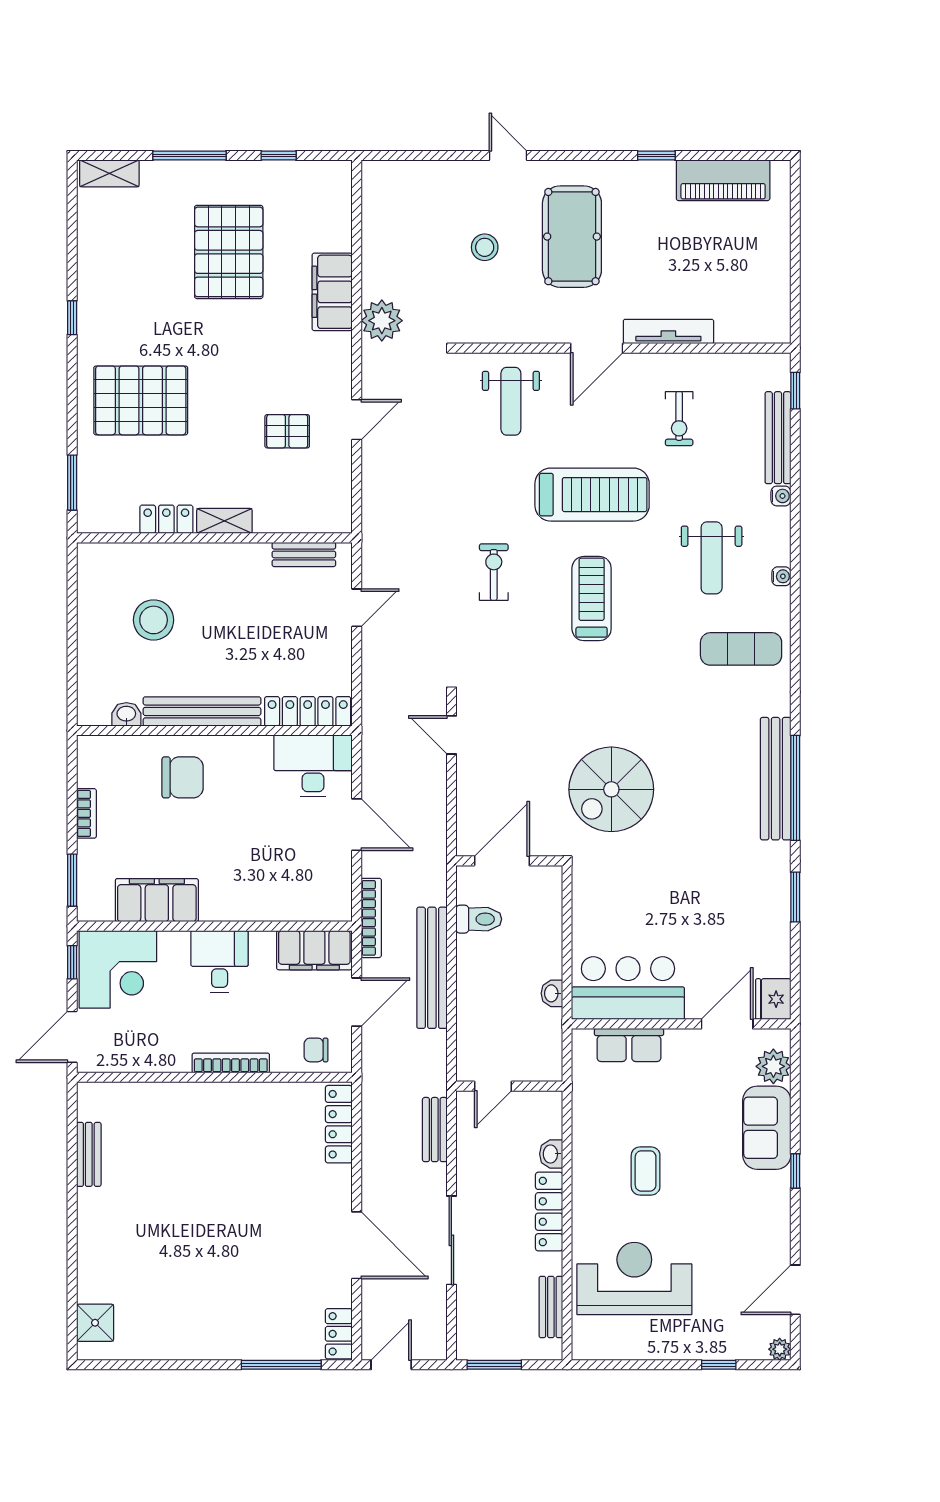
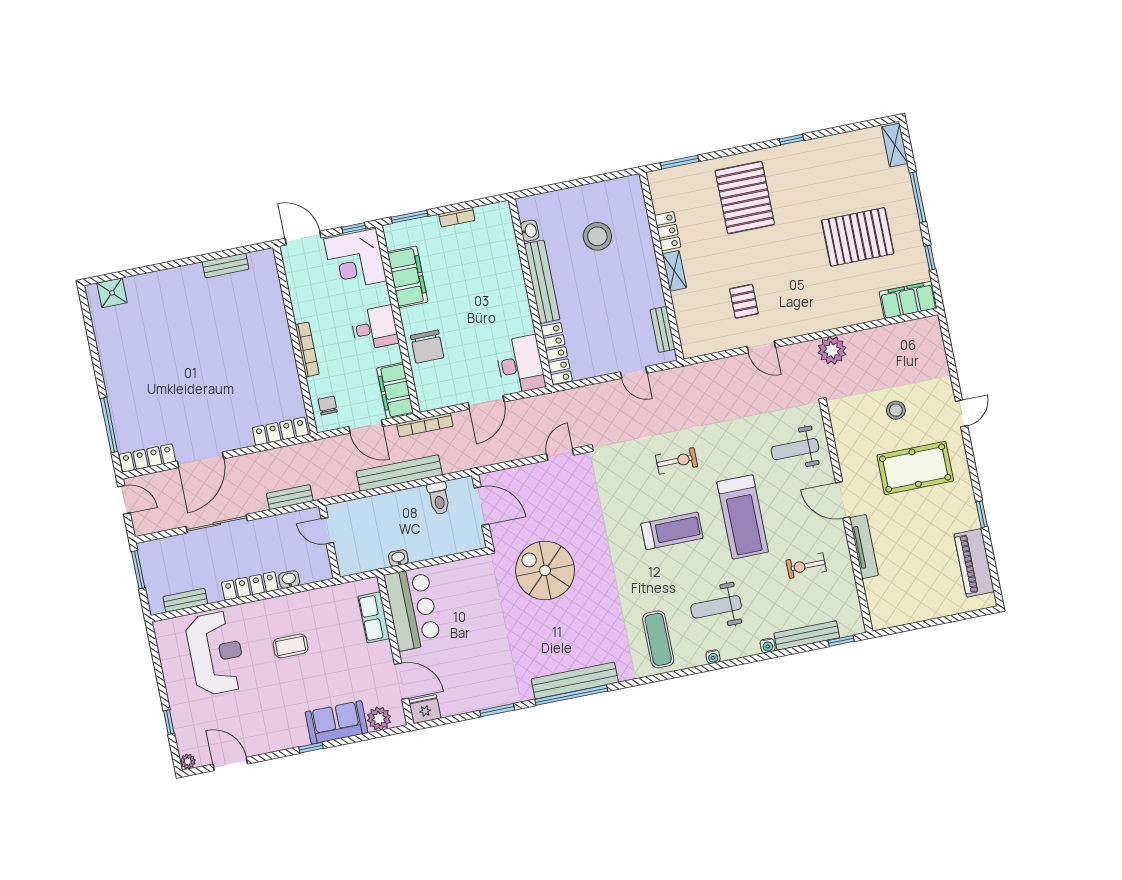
filing cabinet: (332, 292) -> (908, 300), moved
chair: (183, 777) -> (427, 347), moved
locker: (339, 1334) -> (147, 458), width x1.53

